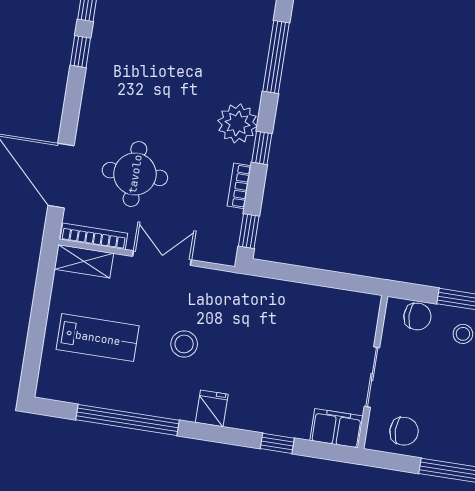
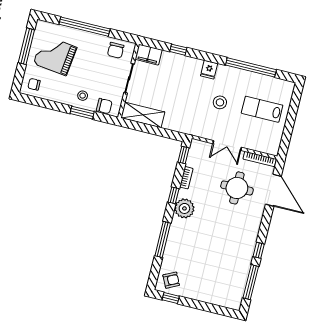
shelving: (84, 261) -> (143, 115), moved, width x1.50, depth x1.33
chair: (417, 317) -> (104, 106), turned 180
chair: (404, 431) -> (116, 50), turned -90

